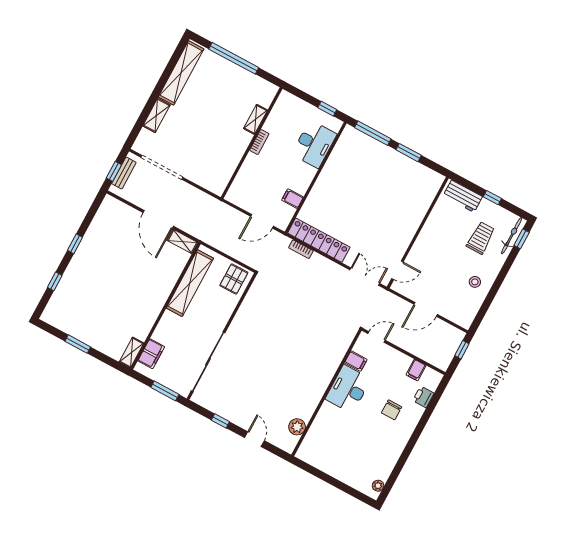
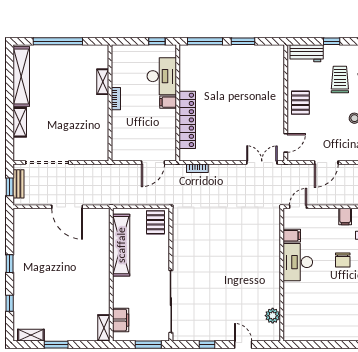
filing cabinet: (293, 199) -> (168, 102), moved
locker: (319, 240) -> (187, 120), moved, turned 90
pallet: (432, 240) -> (300, 103), added
shelving: (182, 241) -> (31, 335), moved

